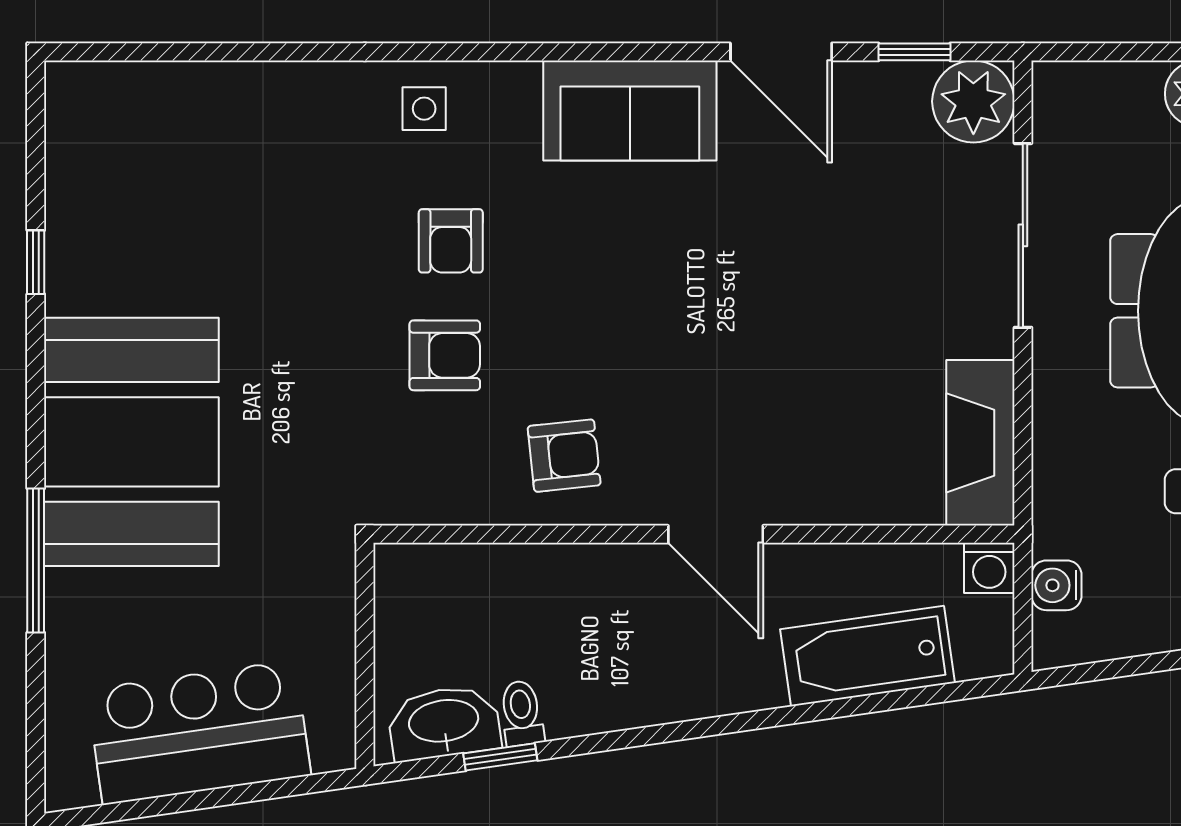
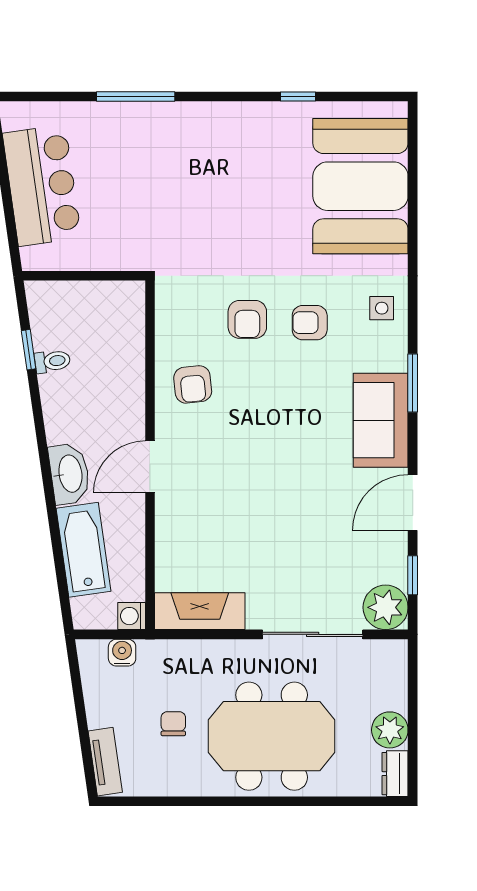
window: (561, 52) -> (413, 383), added
booth: (131, 442) -> (360, 186), moved, turned 90
washbasin: (444, 723) -> (69, 474), moved

